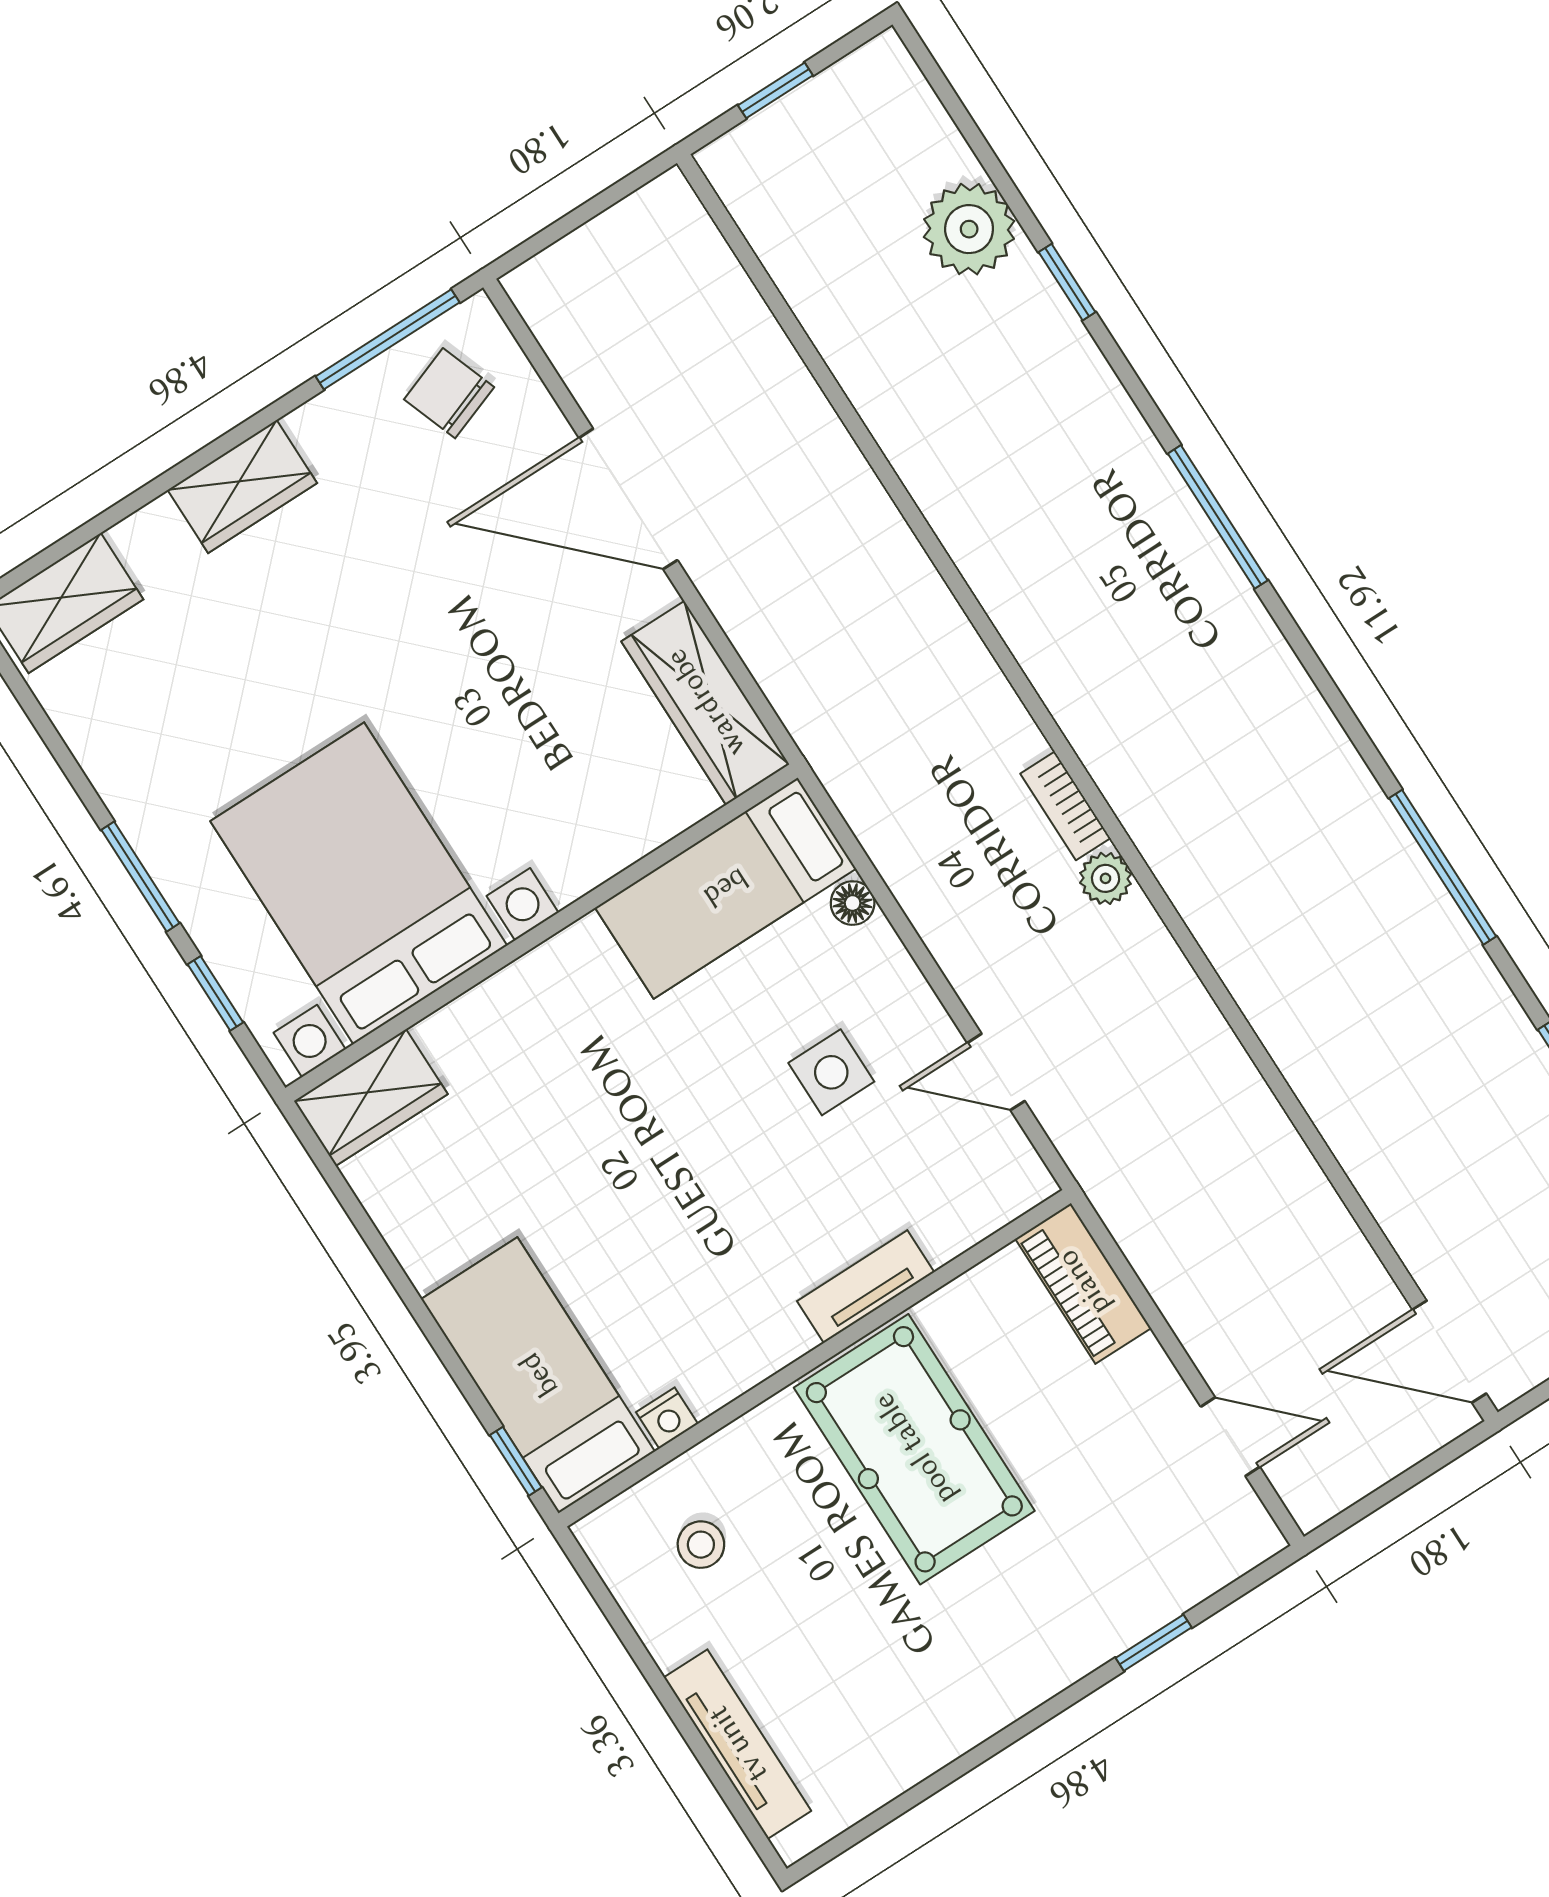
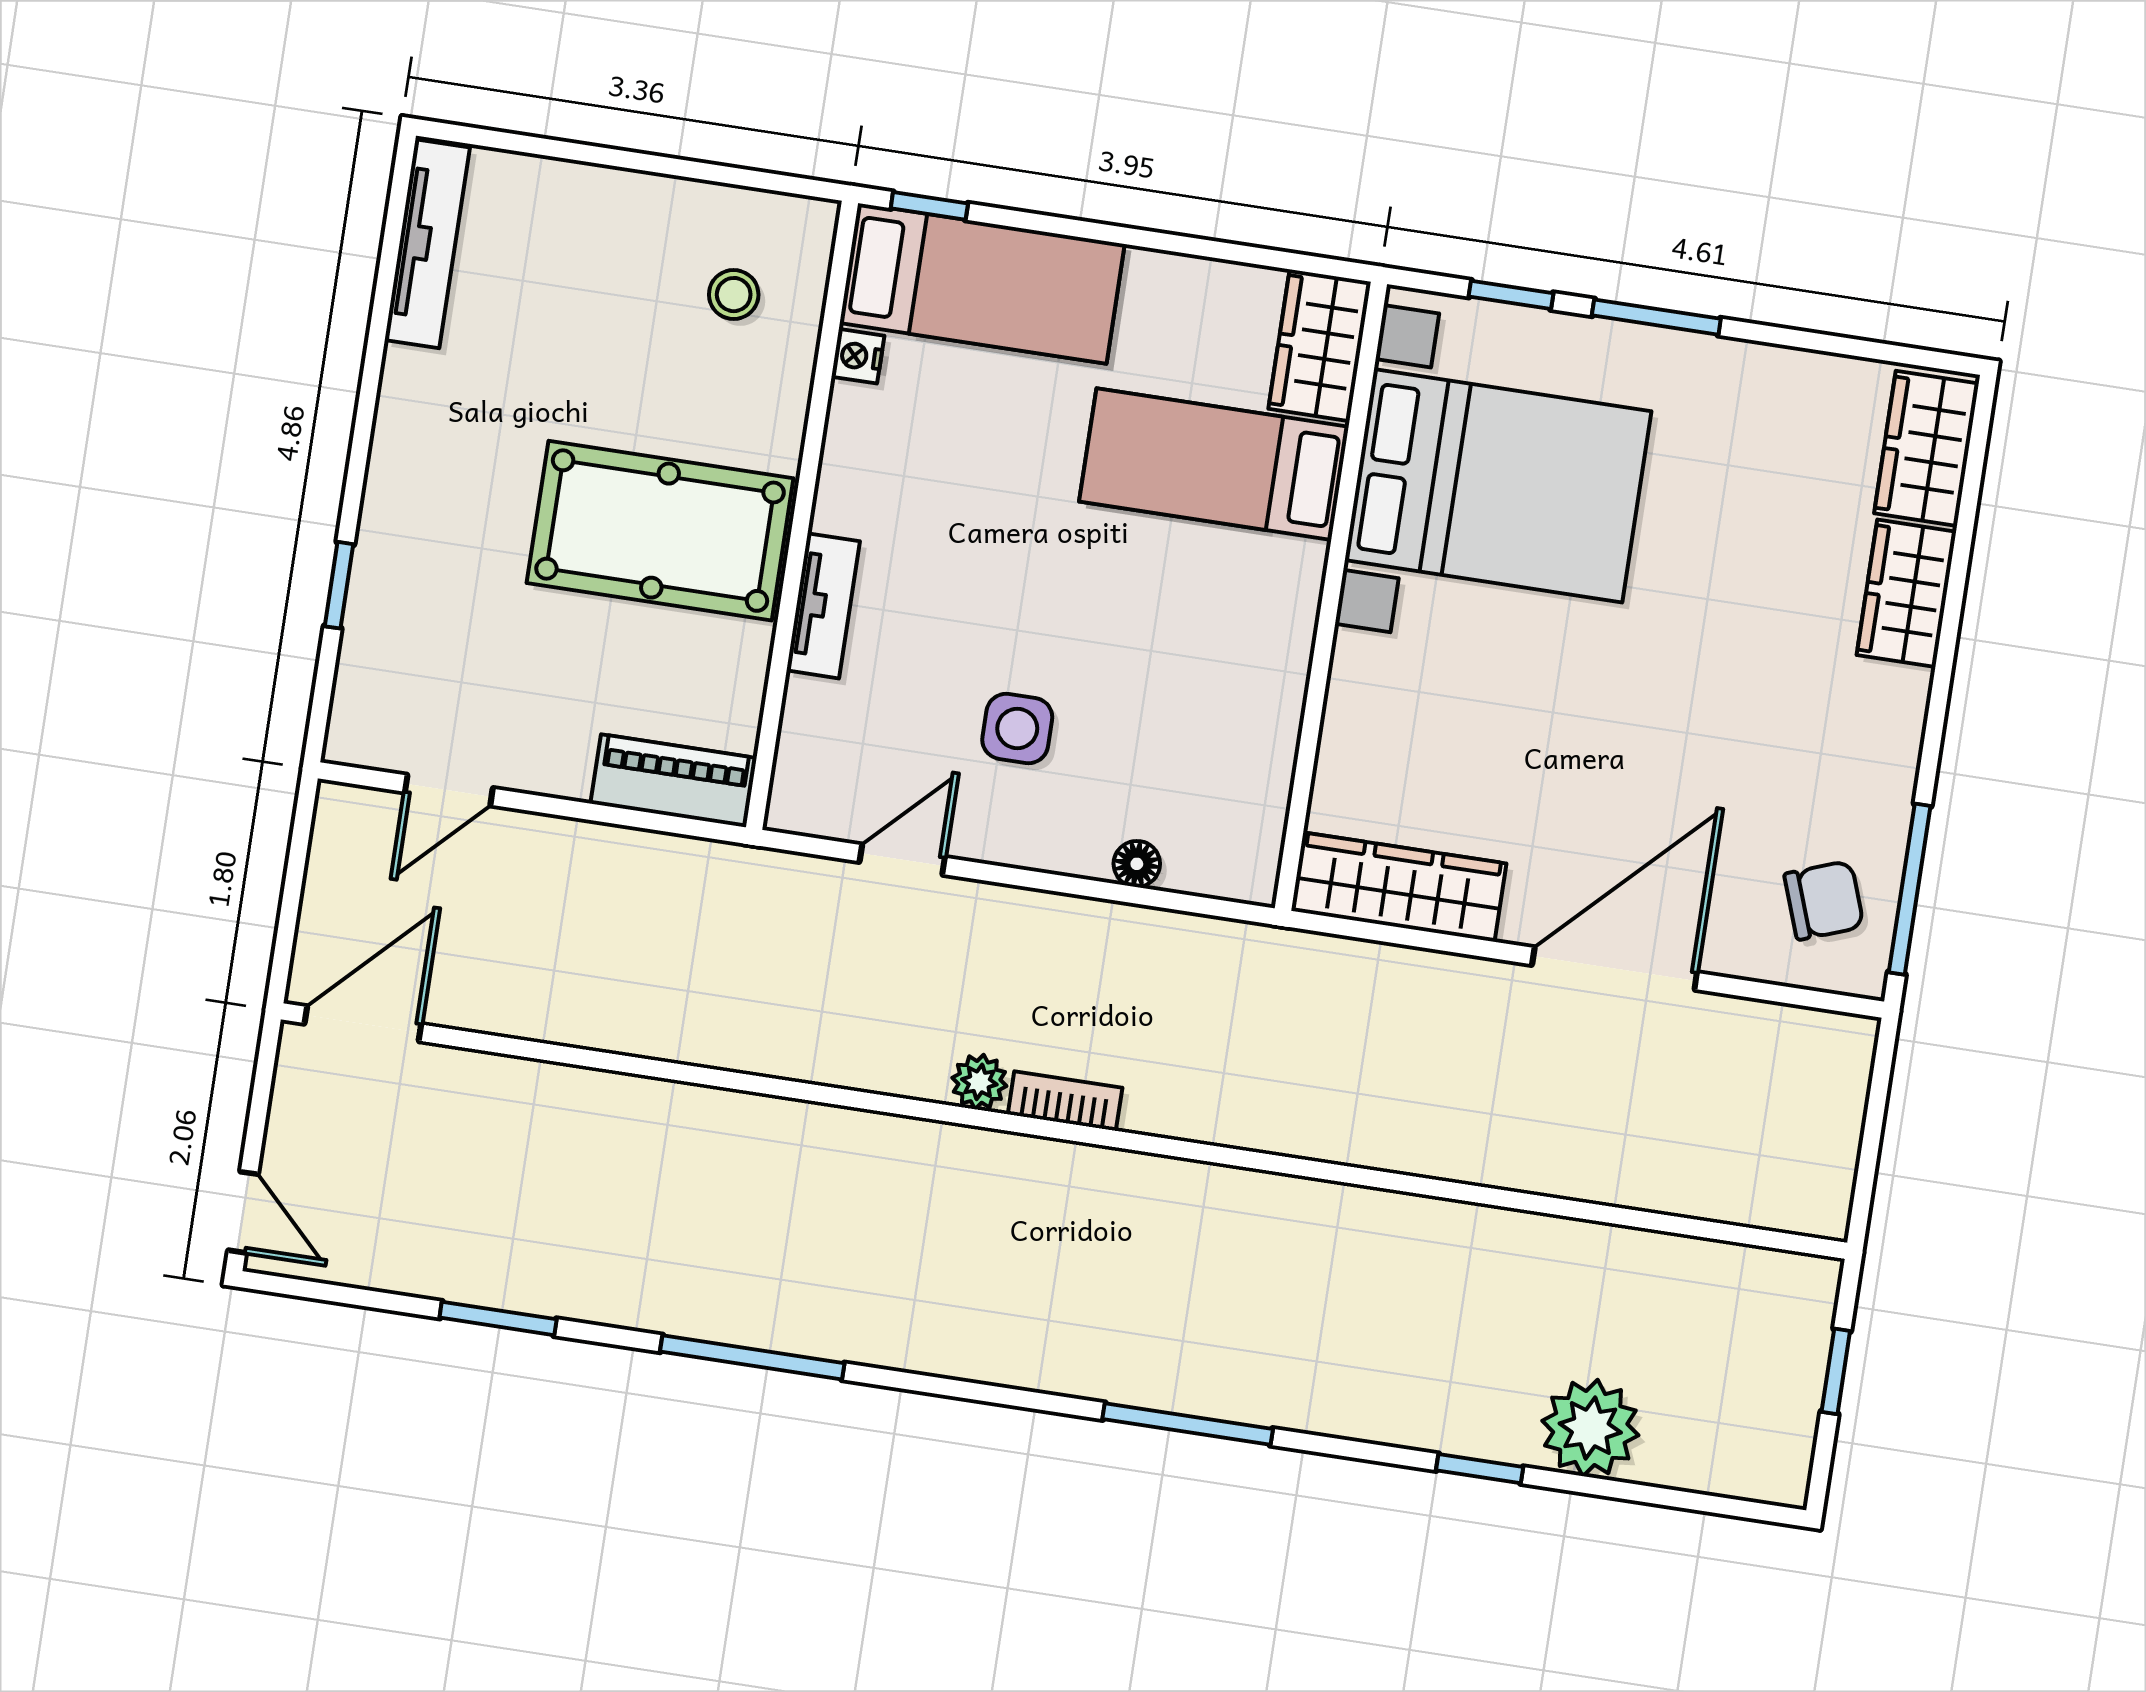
wardrobe: (242, 486) -> (1906, 593), moved
bed: (726, 888) -> (1214, 464), moved, turned -90
tv unit: (737, 1744) -> (427, 244), moved, turned -90

